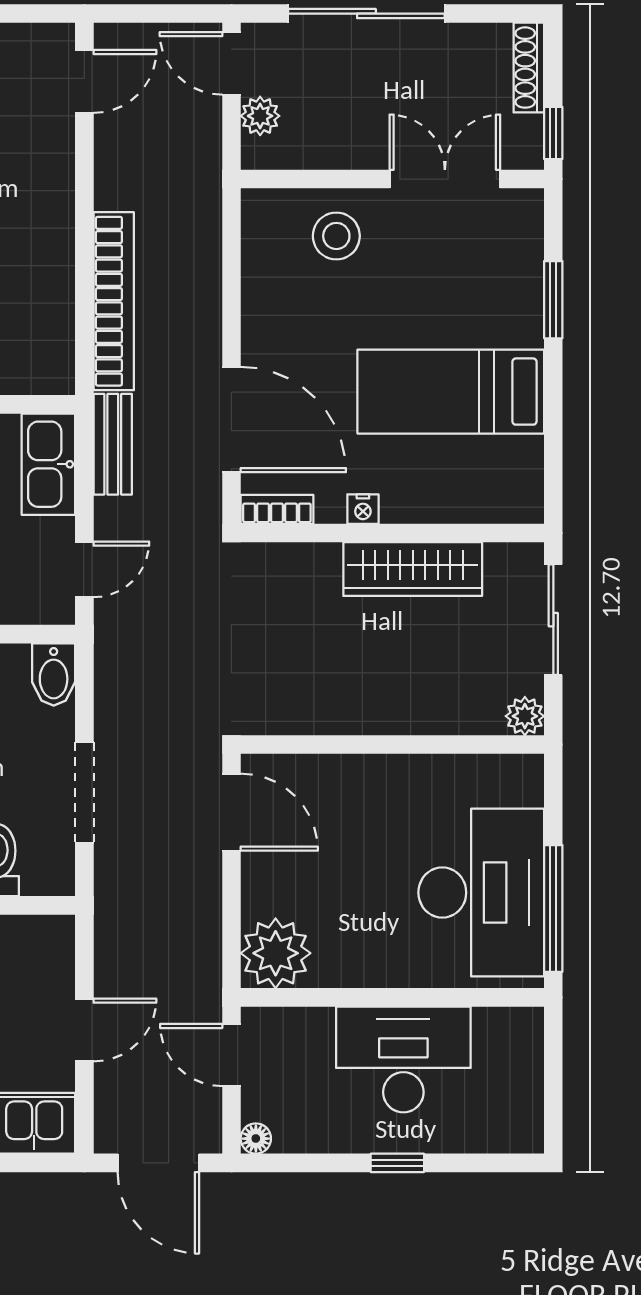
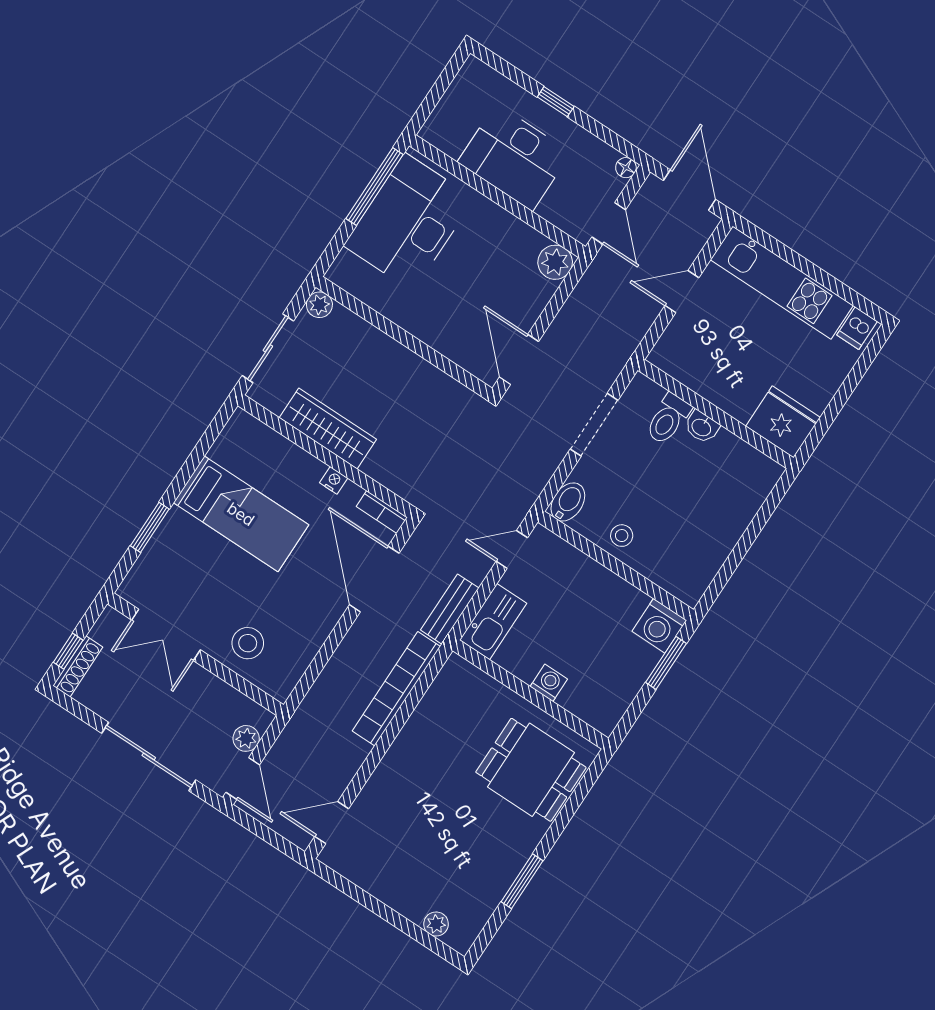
window: (553, 133) -> (68, 651), moved
plant: (276, 953) -> (555, 262), width x0.73, depth x0.73

